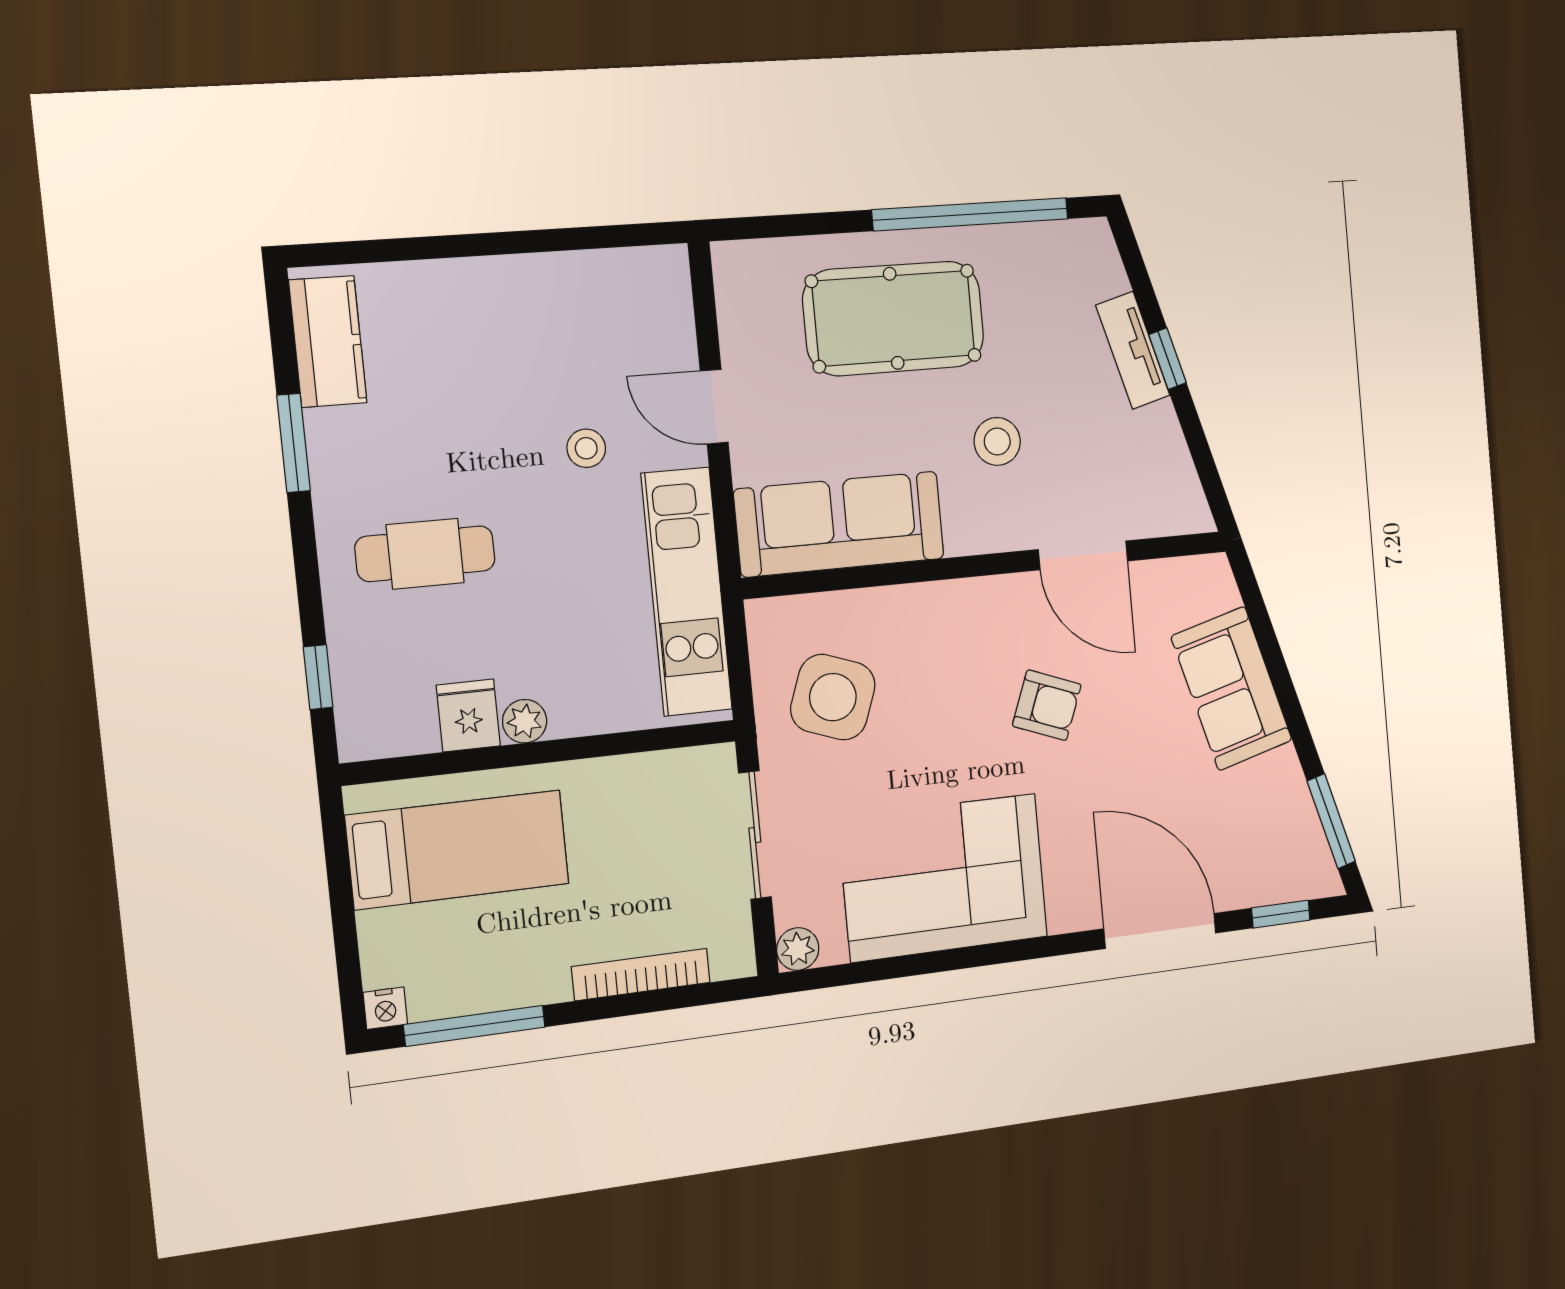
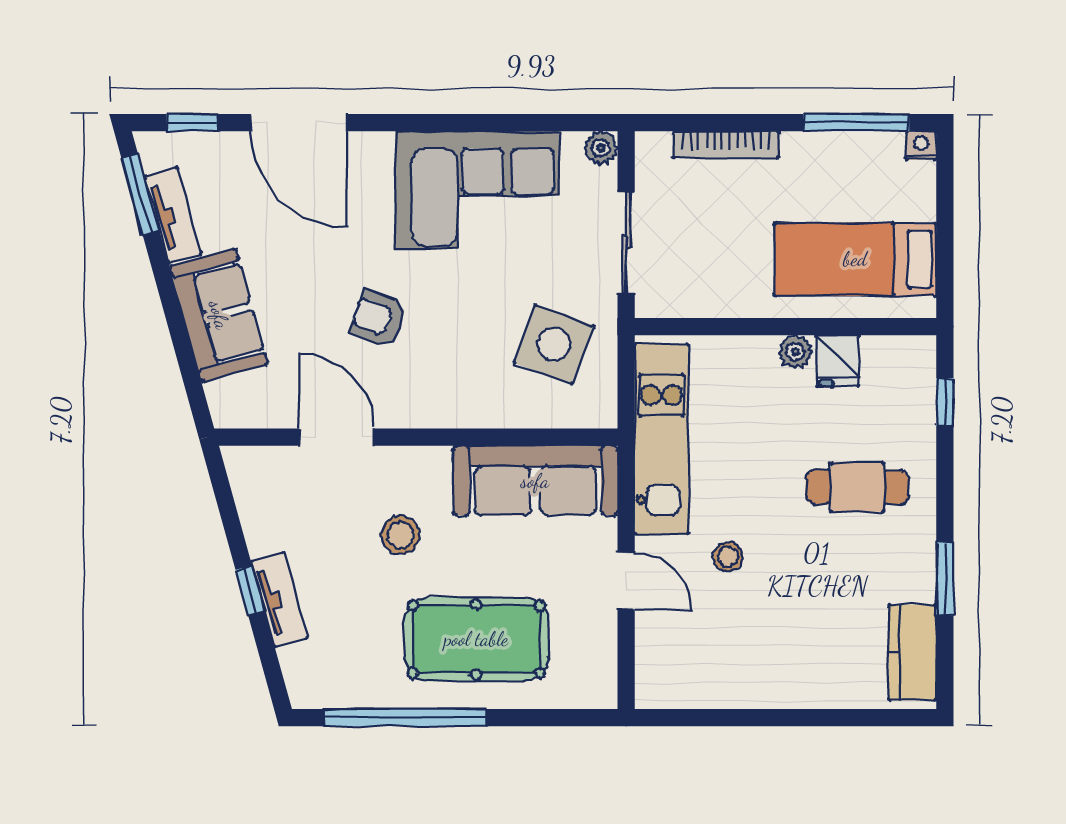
tv unit: (1293, 802) -> (173, 215), added

